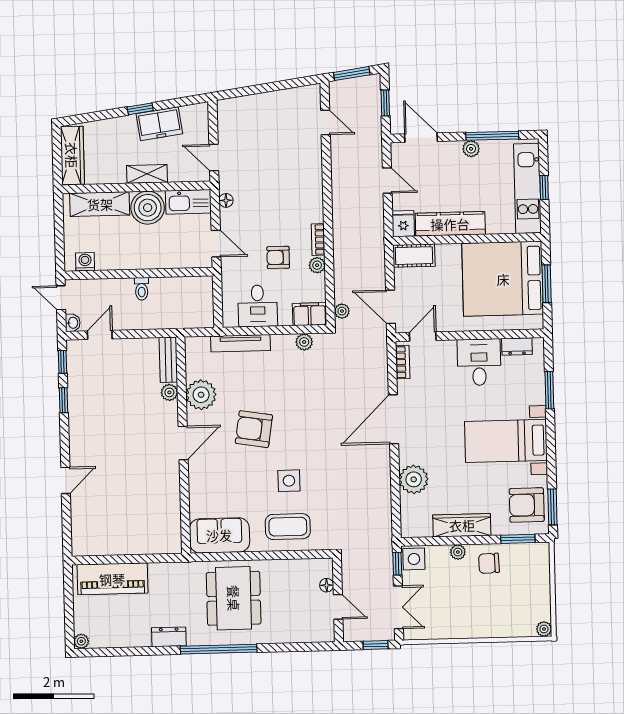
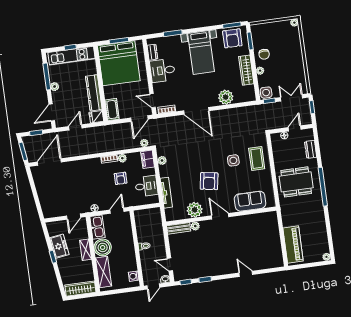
door: (325, 122) -> (49, 162), width x1.88
sofa: (219, 535) -> (250, 201), moved, turned 90
dresser: (169, 637) -> (311, 149), moved

